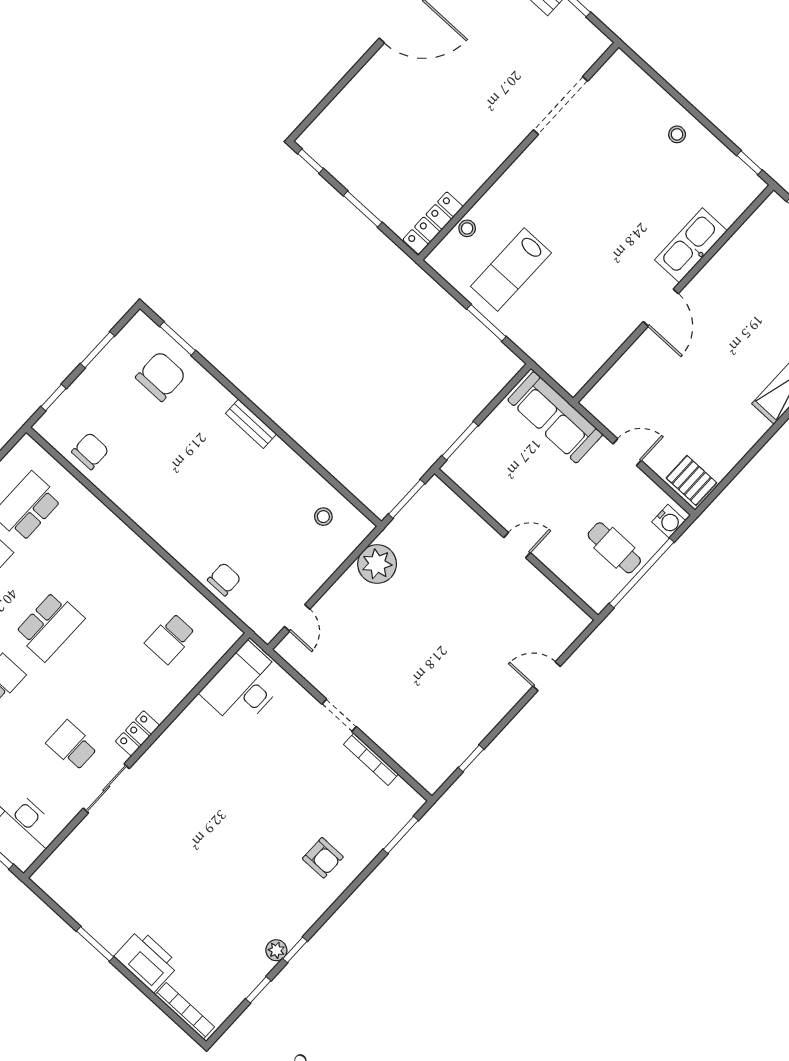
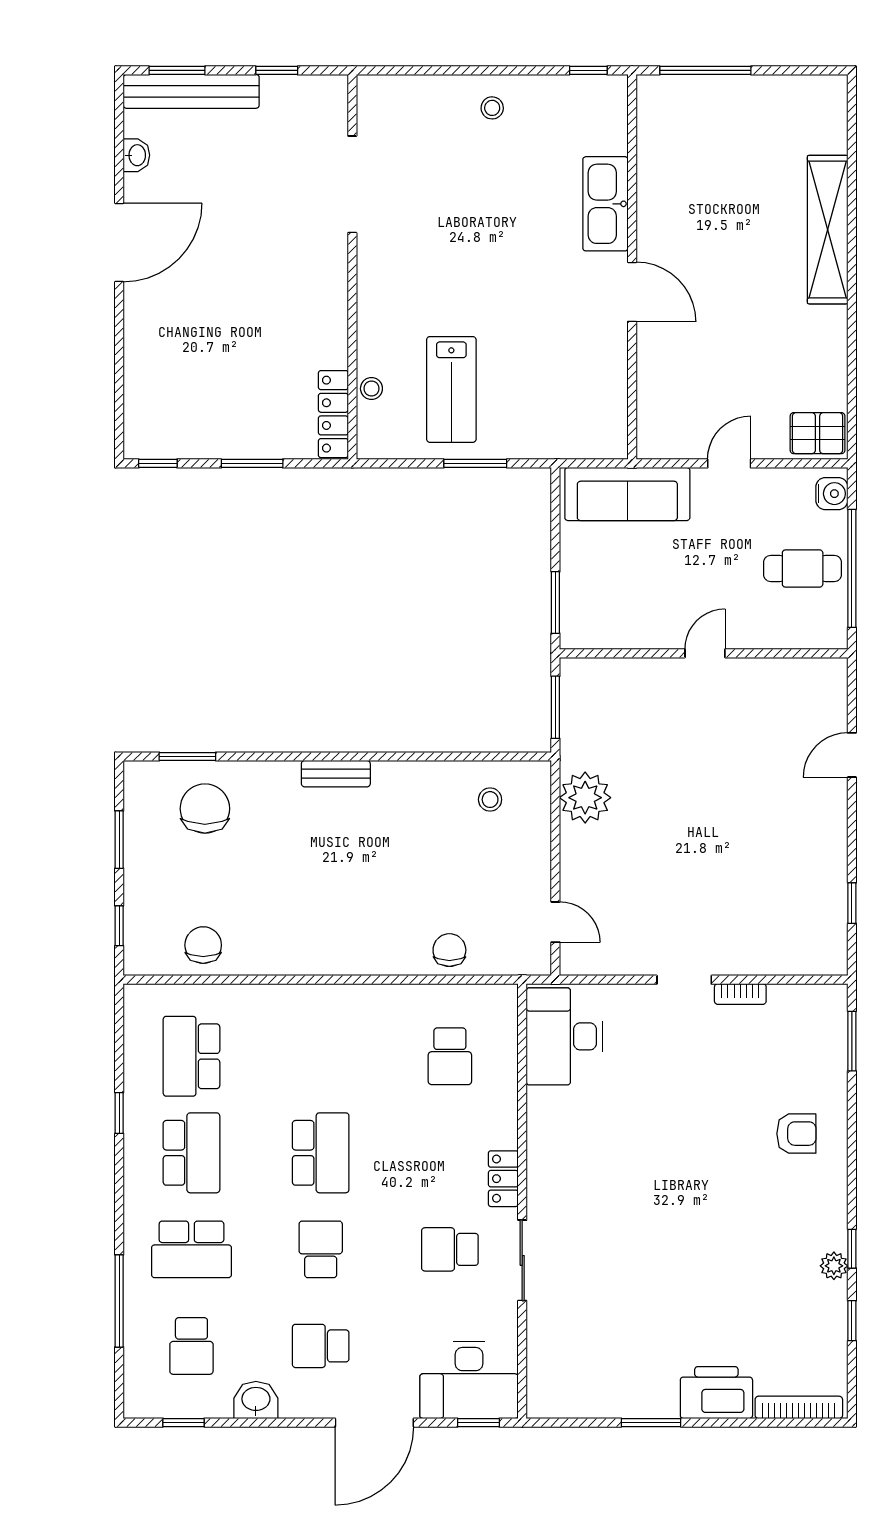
bookcase: (371, 759) -> (740, 994), width x0.64

